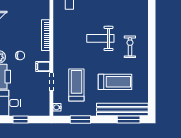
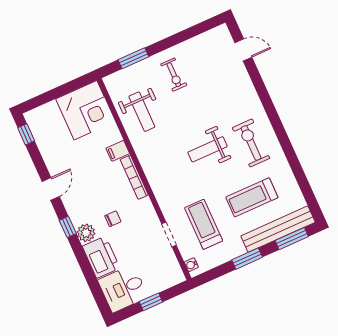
exercise bike: (130, 47) -> (251, 143), width x1.38, depth x1.39
filing cabinet: (43, 66) -> (118, 151), moved
treadmill: (115, 82) -> (252, 197), turned 180
window: (80, 119) -> (247, 259), moved

